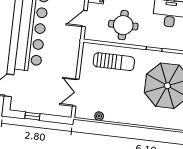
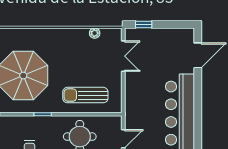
window: (32, 116) -> (144, 24), moved

